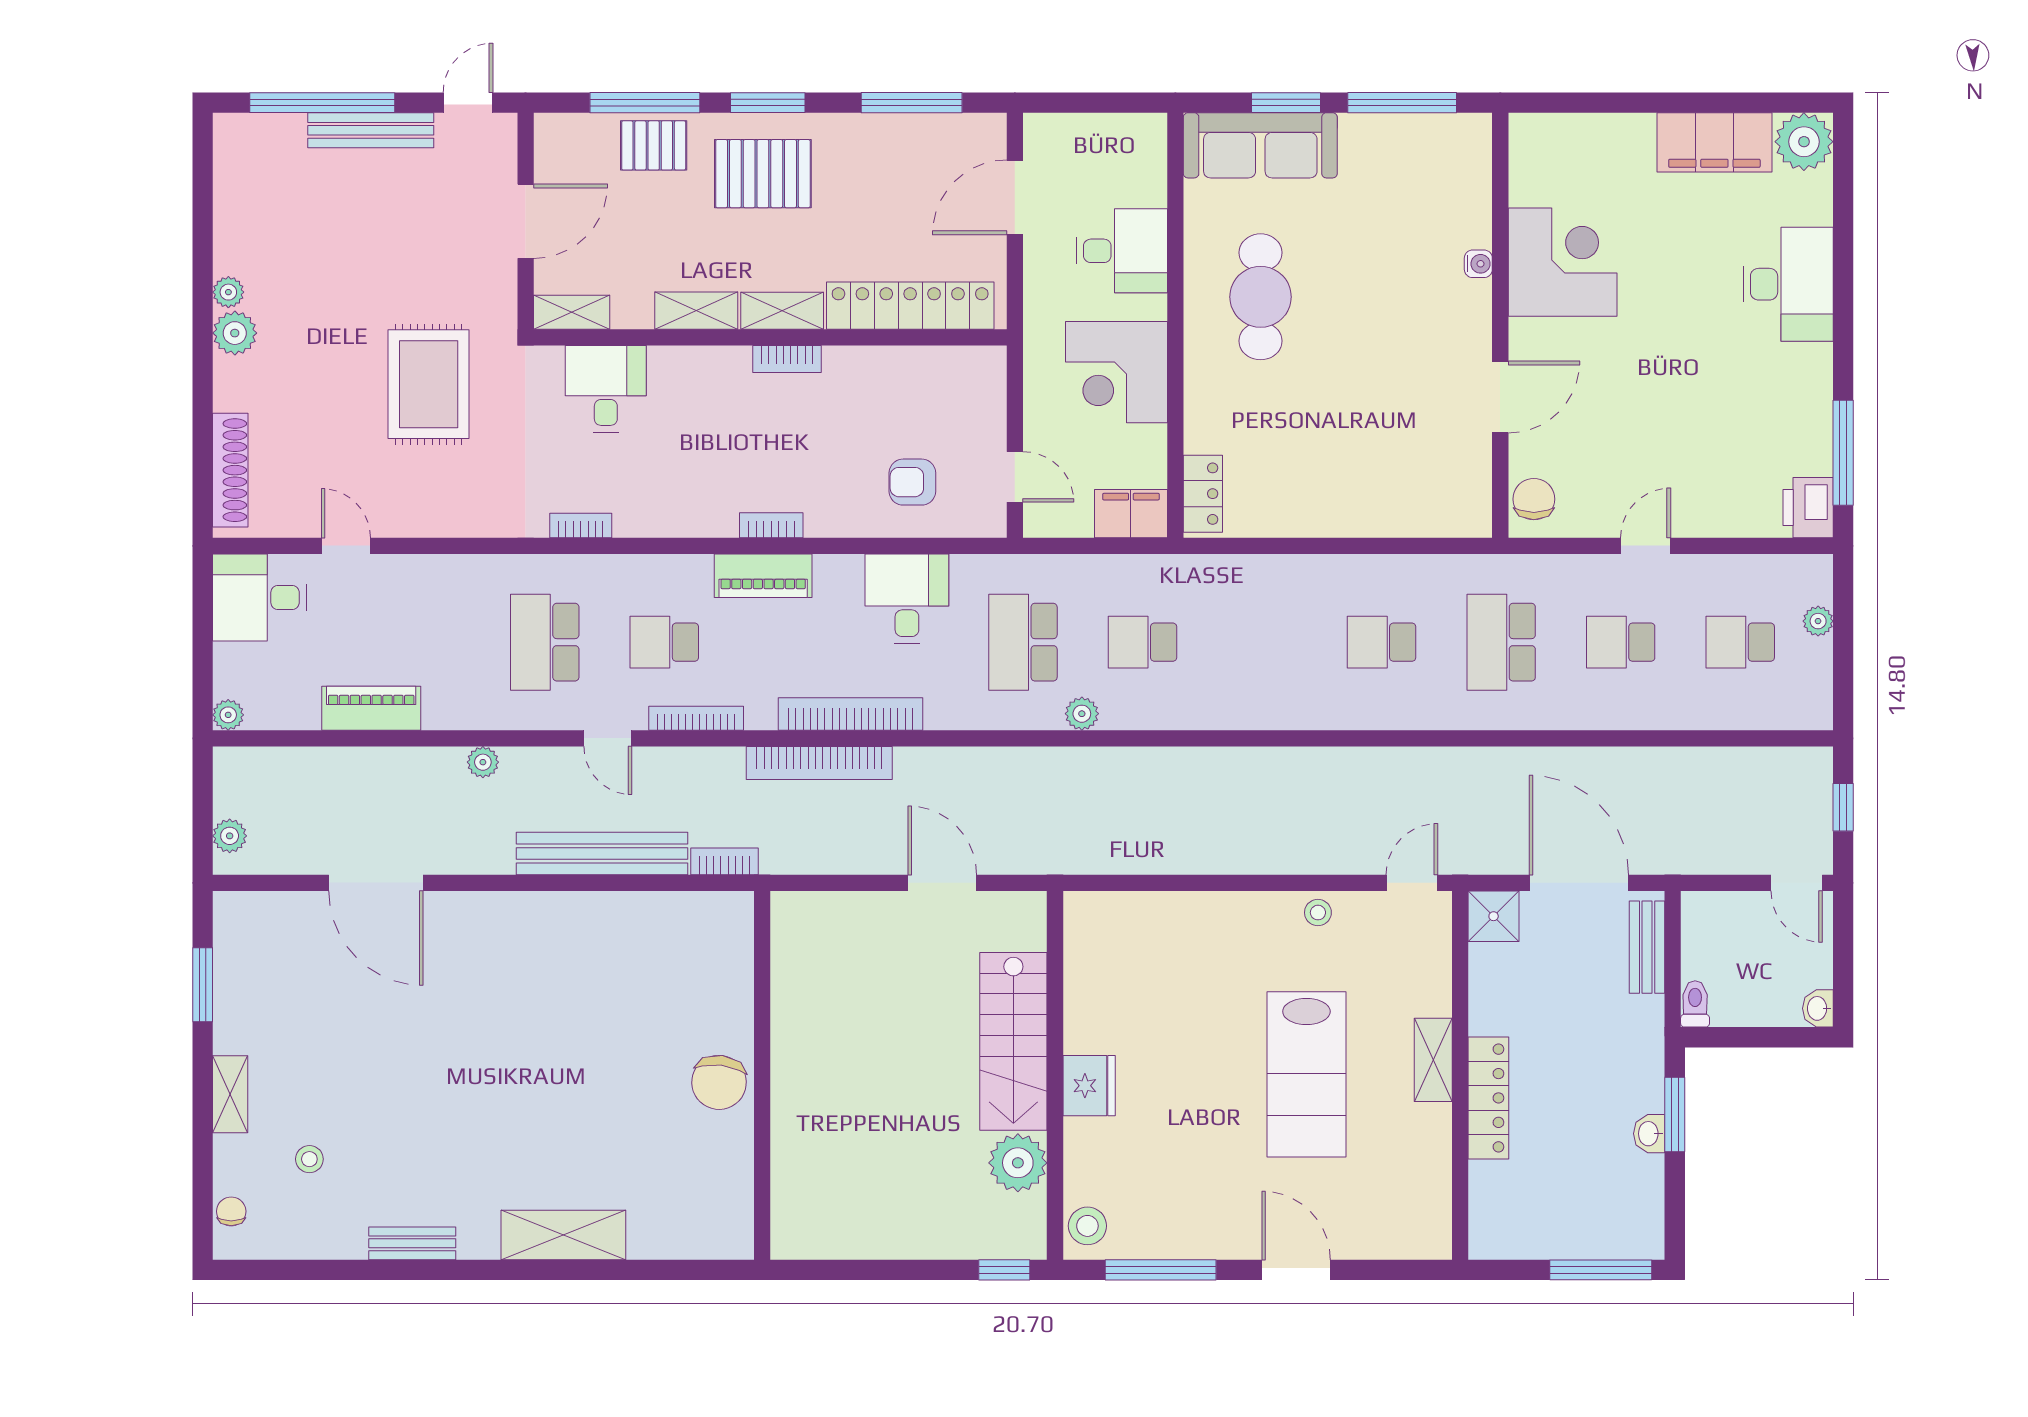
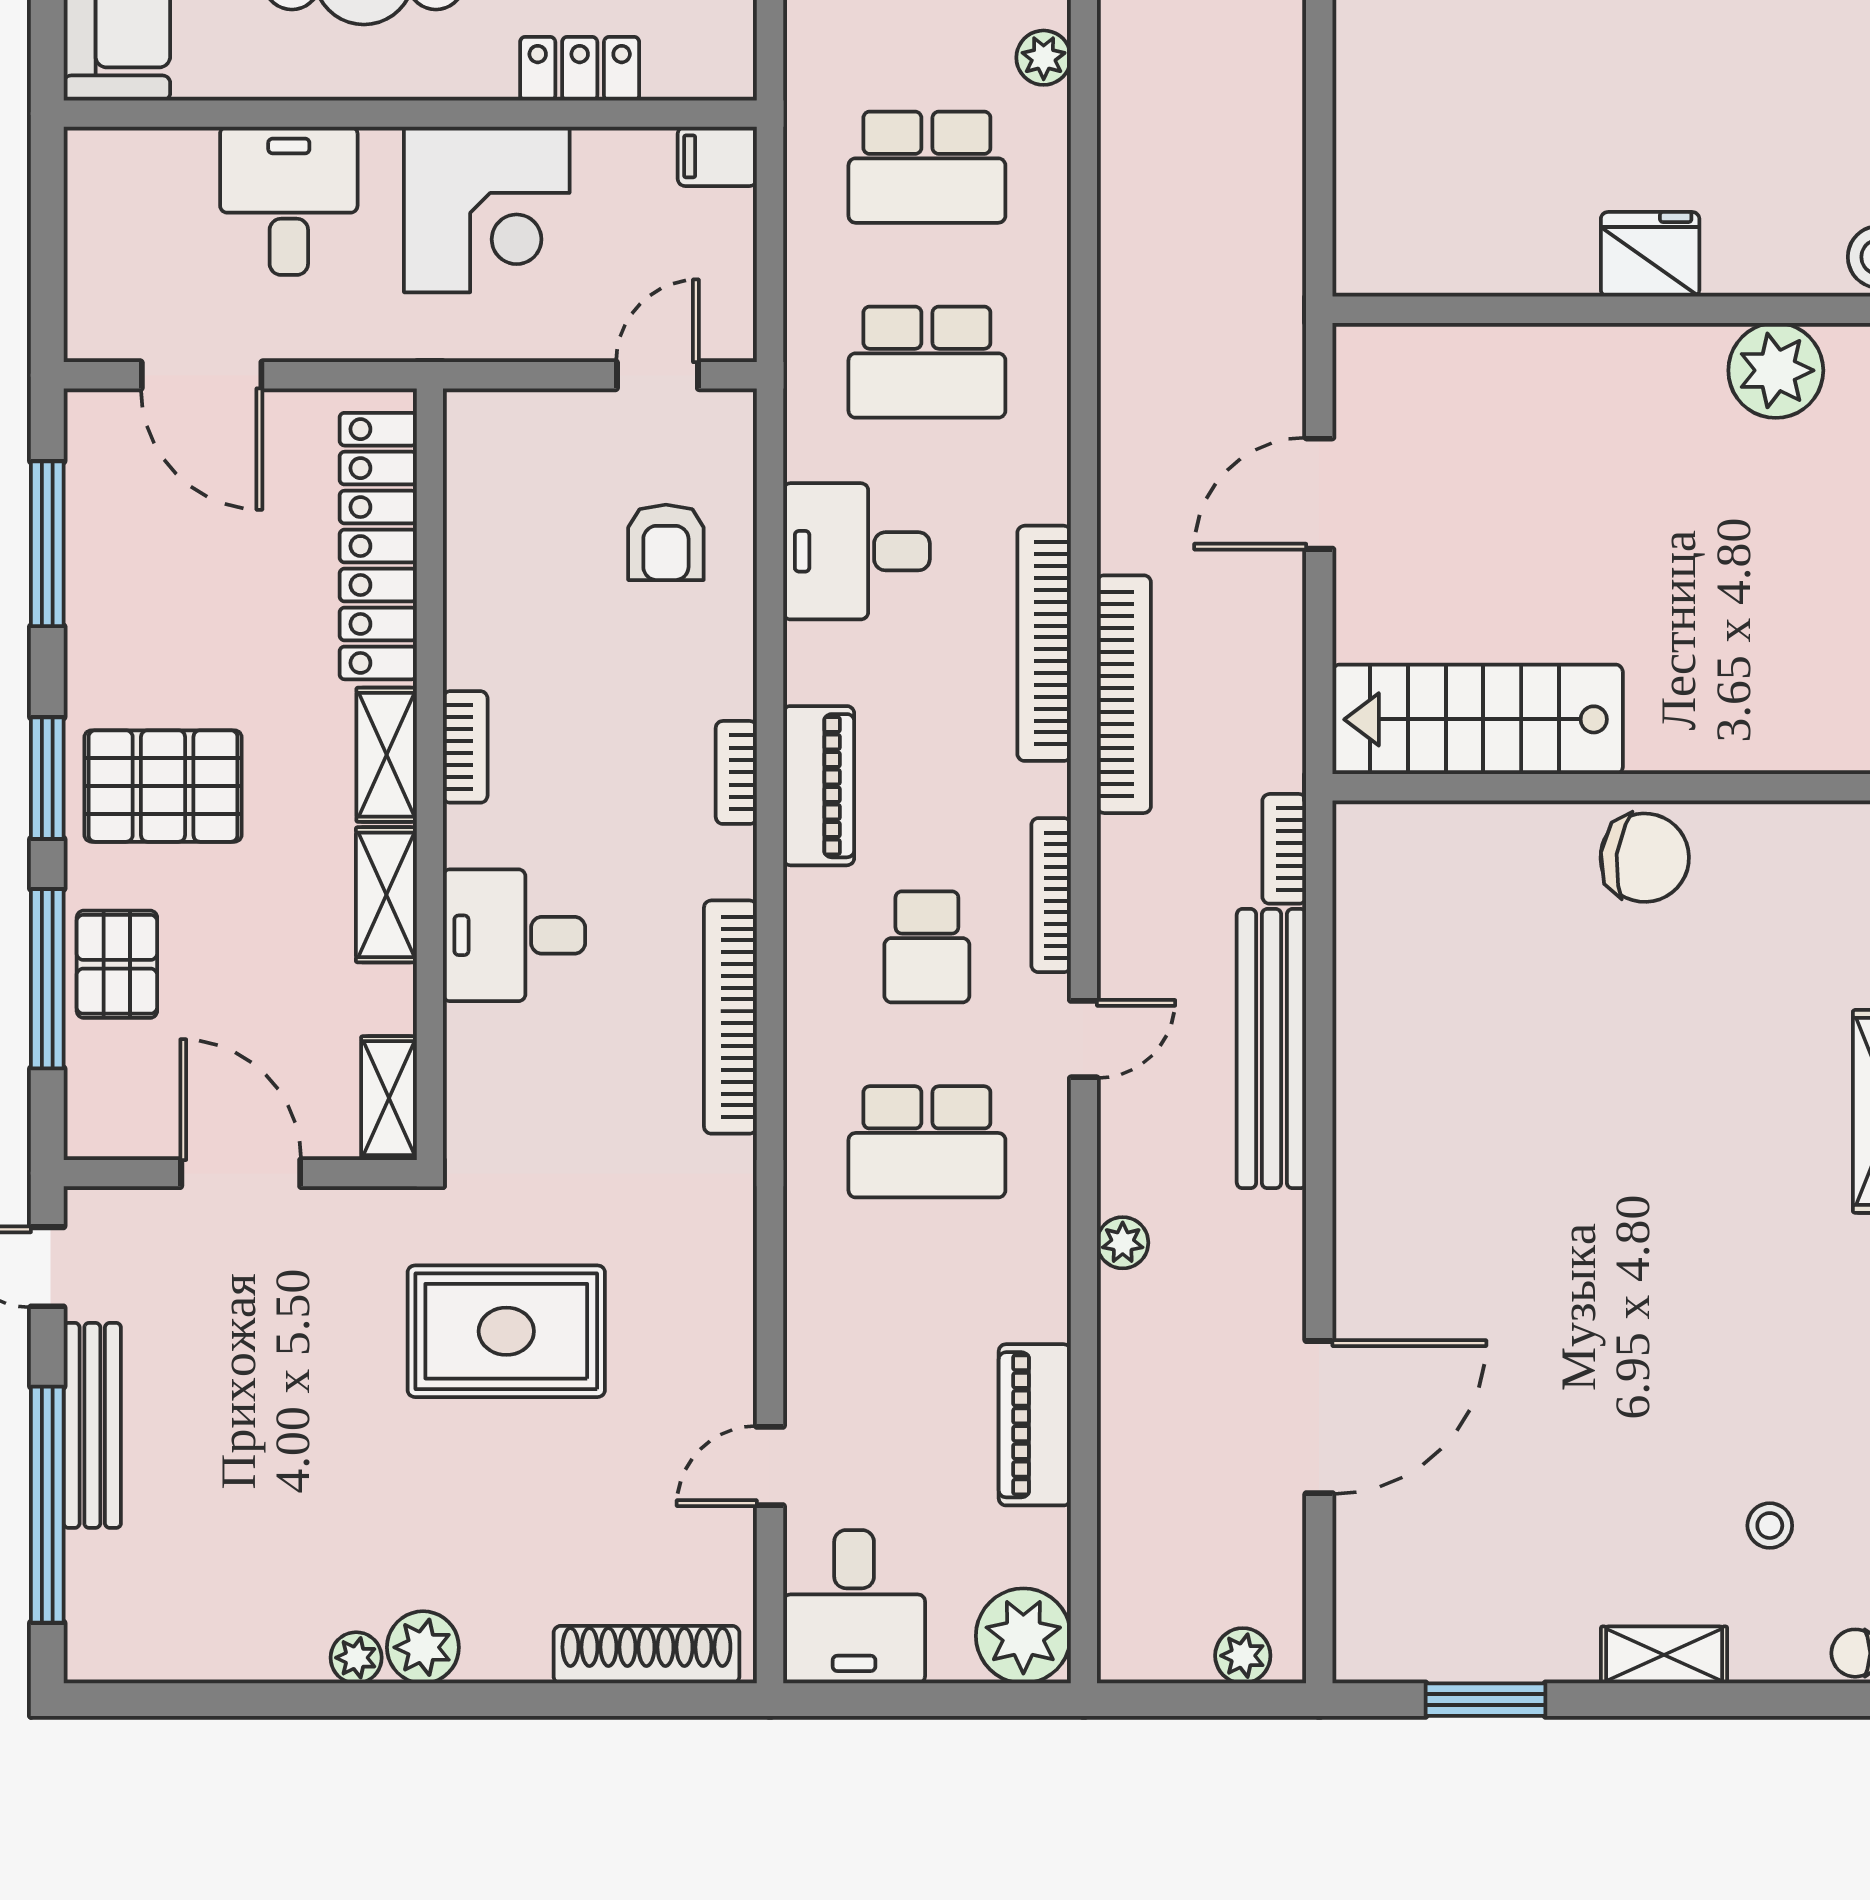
pallet: (763, 174) -> (163, 786), turned 90
desk: (606, 389) -> (514, 935), moved
locker: (1203, 494) -> (580, 69), moved
filing cabinet: (1131, 514) -> (717, 156), width x0.50
bookcase: (581, 525) -> (730, 1017), width x2.31, depth x1.31
school desk: (1142, 642) -> (927, 167), width x1.85
plant: (1082, 714) -> (1044, 58), moved
plant: (228, 715) -> (1023, 1636), width x1.88, depth x1.88
stairs: (1013, 1041) -> (1478, 719), moved, turned 180

